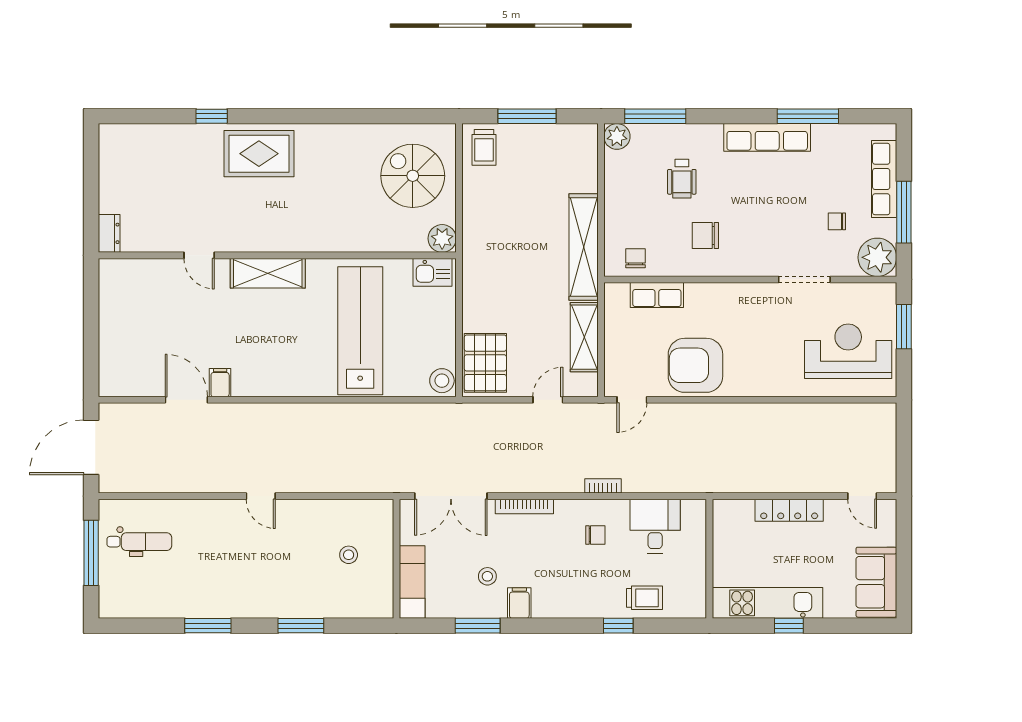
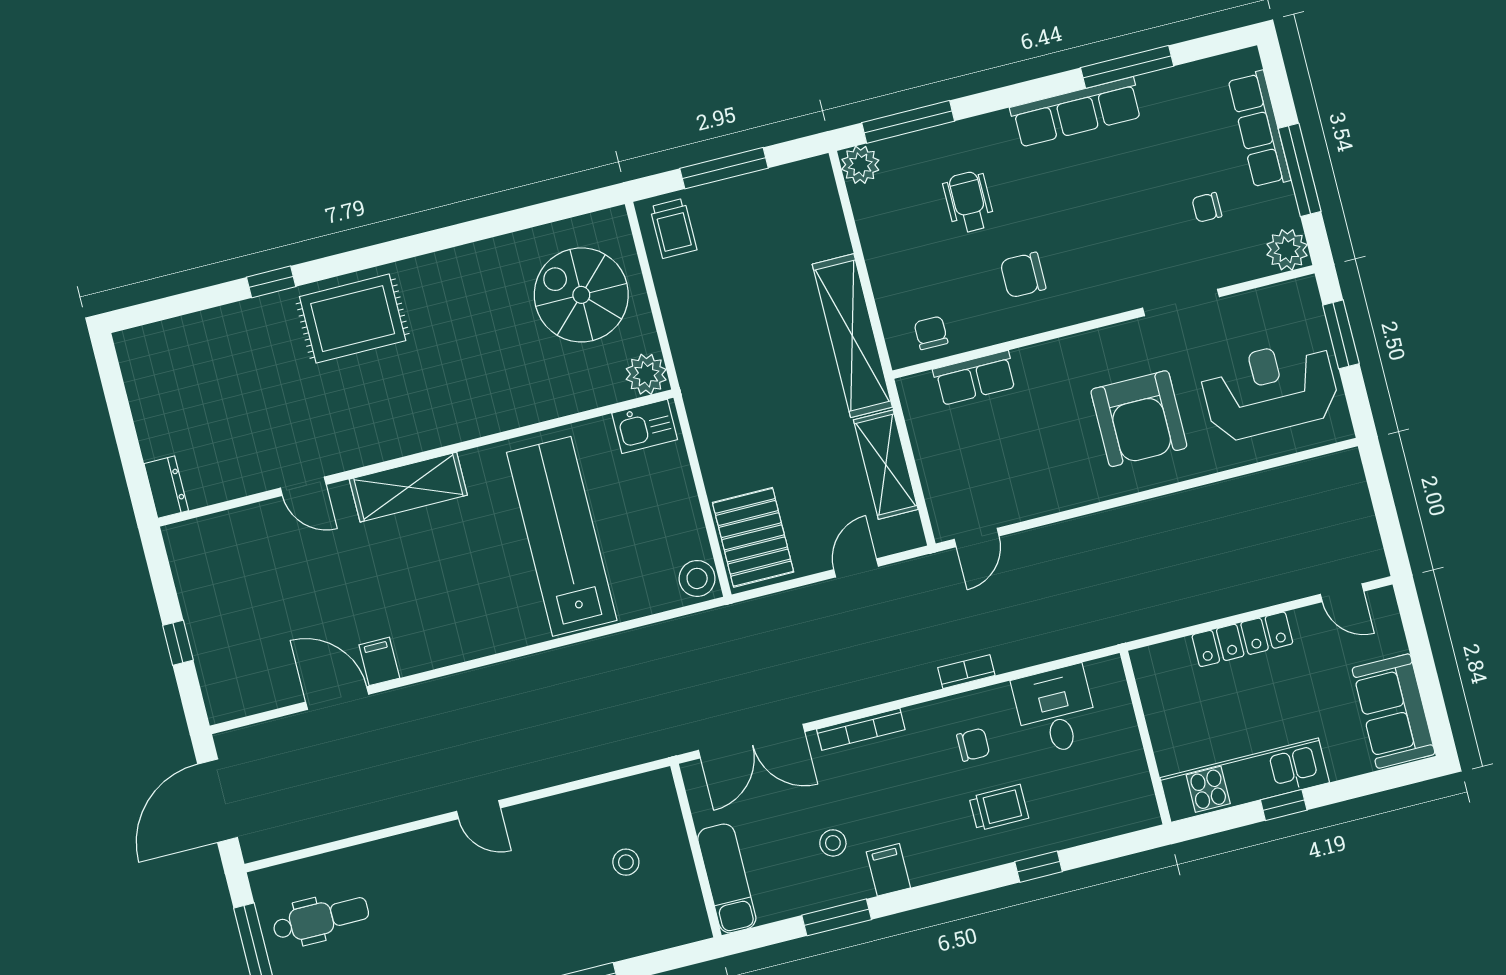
wheelchair: (682, 179) -> (969, 202), turned 180
plant: (877, 257) -> (1287, 250), width x0.73, depth x0.73
window: (91, 337) -> (178, 643), added
armchair: (695, 365) -> (1139, 419), moved, turned -90
trolley: (645, 598) -> (999, 808), moved

